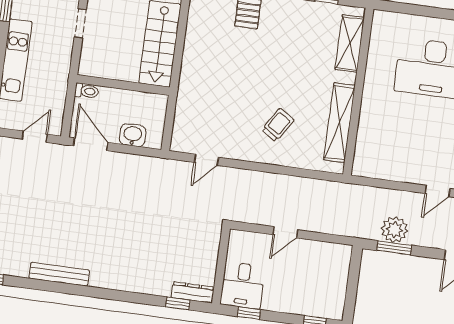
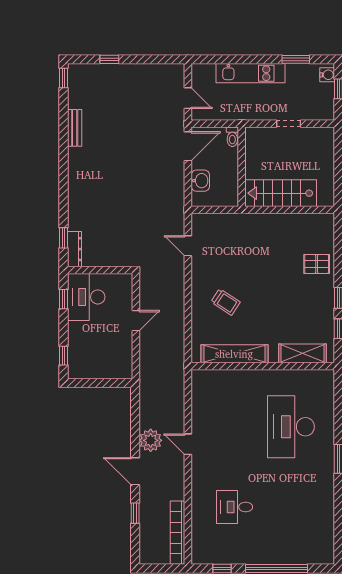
plant: (395, 230) -> (151, 440), moved
door: (285, 232) -> (136, 321), swing flipped
window: (394, 248) -> (135, 414), removed
bench: (59, 274) -> (75, 128), width x0.73
desk: (243, 285) -> (86, 297), width x1.37

